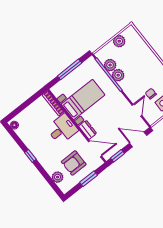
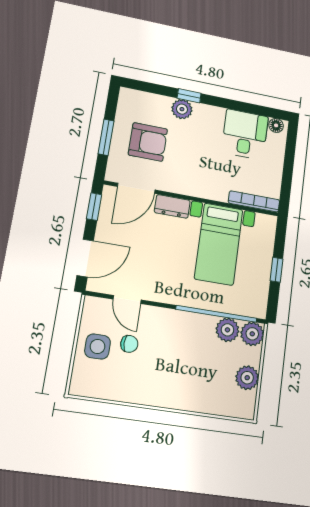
window: (70, 69) -> (277, 270), width x0.46
plant: (118, 75) -> (252, 334), moved
desk: (62, 129) -> (245, 134), moved, turned 180
window: (30, 156) -> (189, 96), moved
armchair: (74, 163) -> (148, 142), turned 90
plant: (58, 177) -> (182, 109), moved

